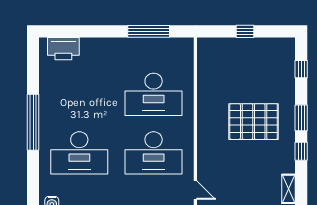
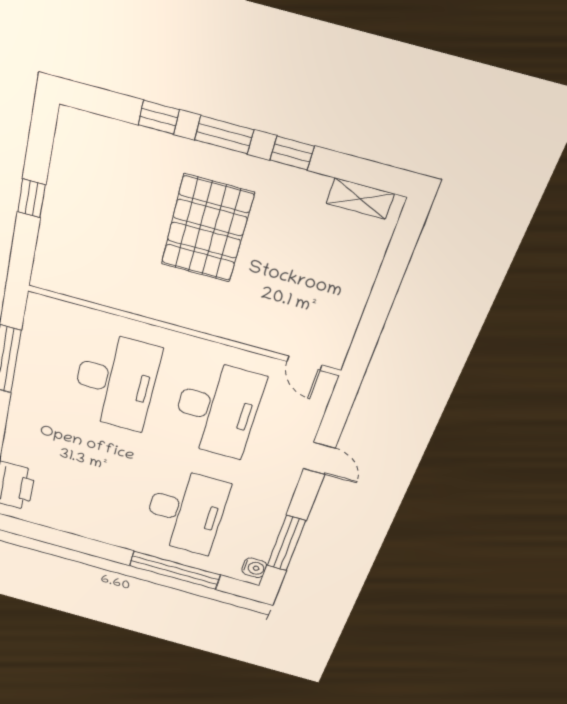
window: (301, 69) -> (159, 117), moved
window: (33, 122) -> (175, 570), moved
door: (195, 190) -> (304, 363), swing flipped

